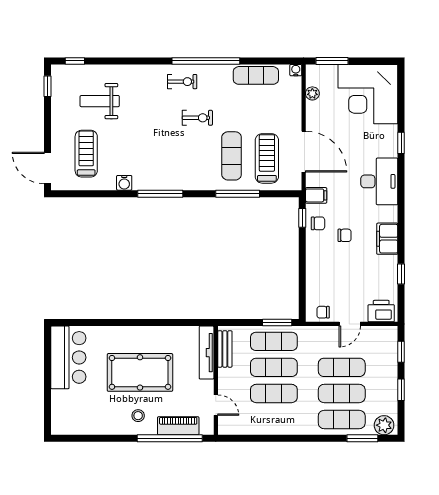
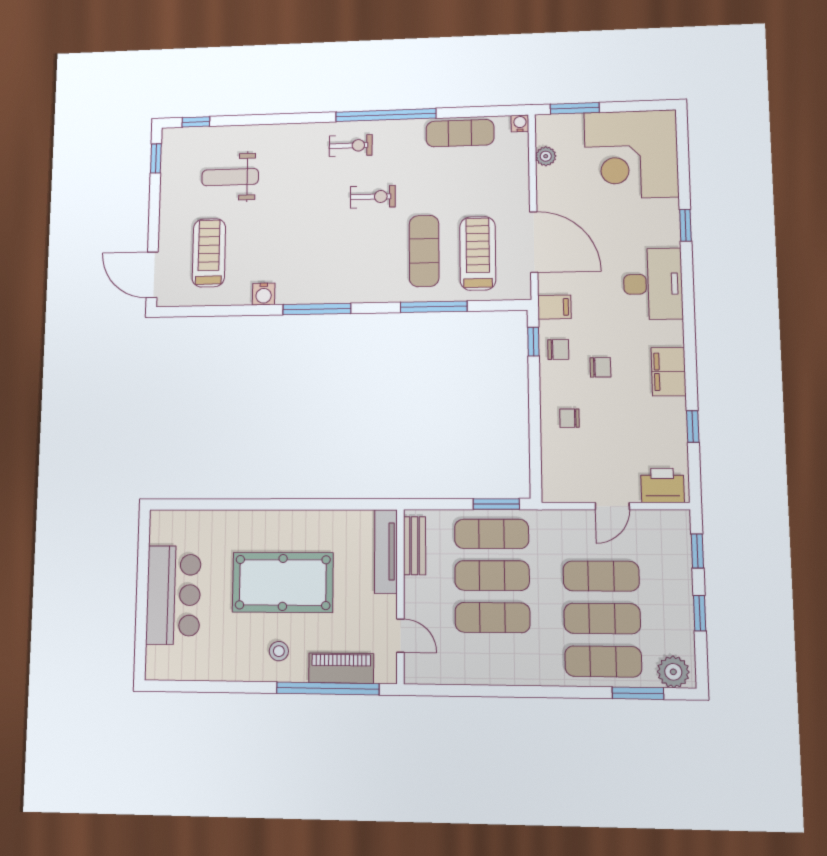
chair: (323, 312) -> (570, 418), moved
bar counter: (68, 357) -> (173, 595), moved

